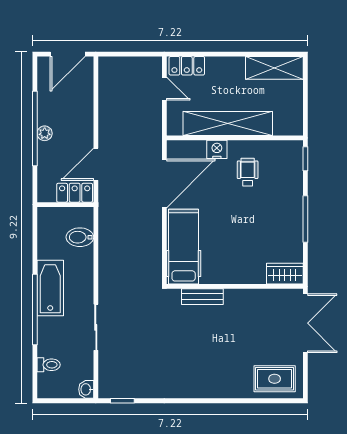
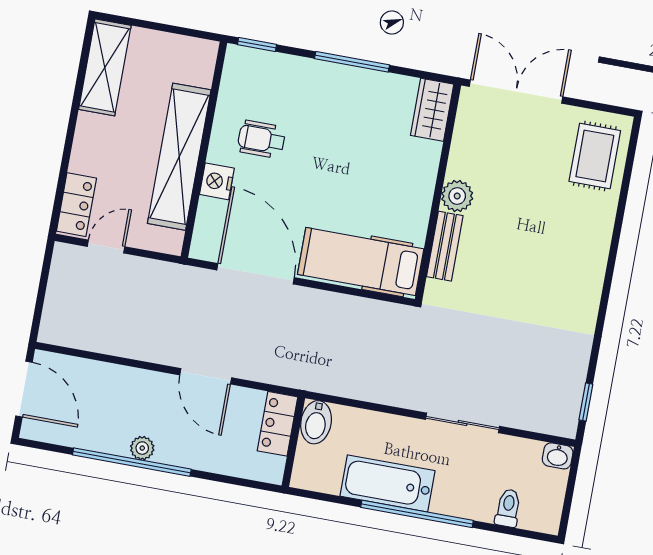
locker: (75, 193) -> (277, 424), moved
wall: (65, 205) -> (293, 442), moved
plant: (235, 299) -> (457, 196), added

